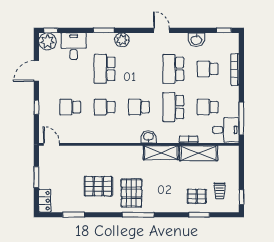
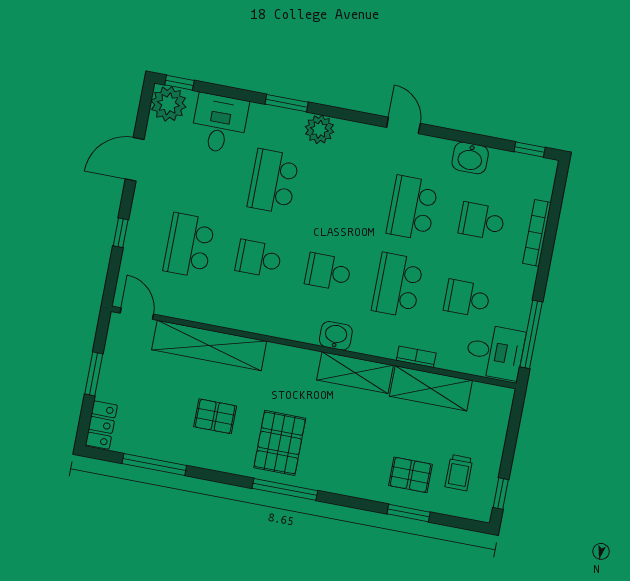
school desk: (70, 107) -> (189, 245), width x1.85
shelving: (89, 153) -> (209, 345), added
pallet: (98, 186) -> (215, 416), width x0.67, depth x0.71
window: (74, 215) -> (154, 465), width x1.44

